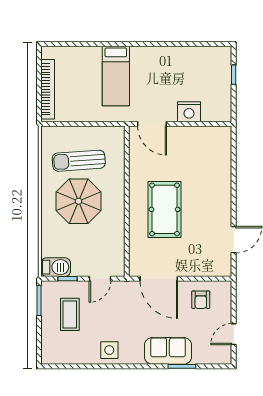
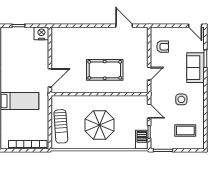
nightstand: (189, 112) -> (41, 33), moved, turned -90
sun lounger: (79, 161) -> (61, 126), moved
door: (159, 279) -> (149, 74), width x0.53
coffee table: (70, 314) -> (185, 130), moved
door: (234, 334) -> (195, 26), moved
side table: (109, 350) -> (181, 99), moved

